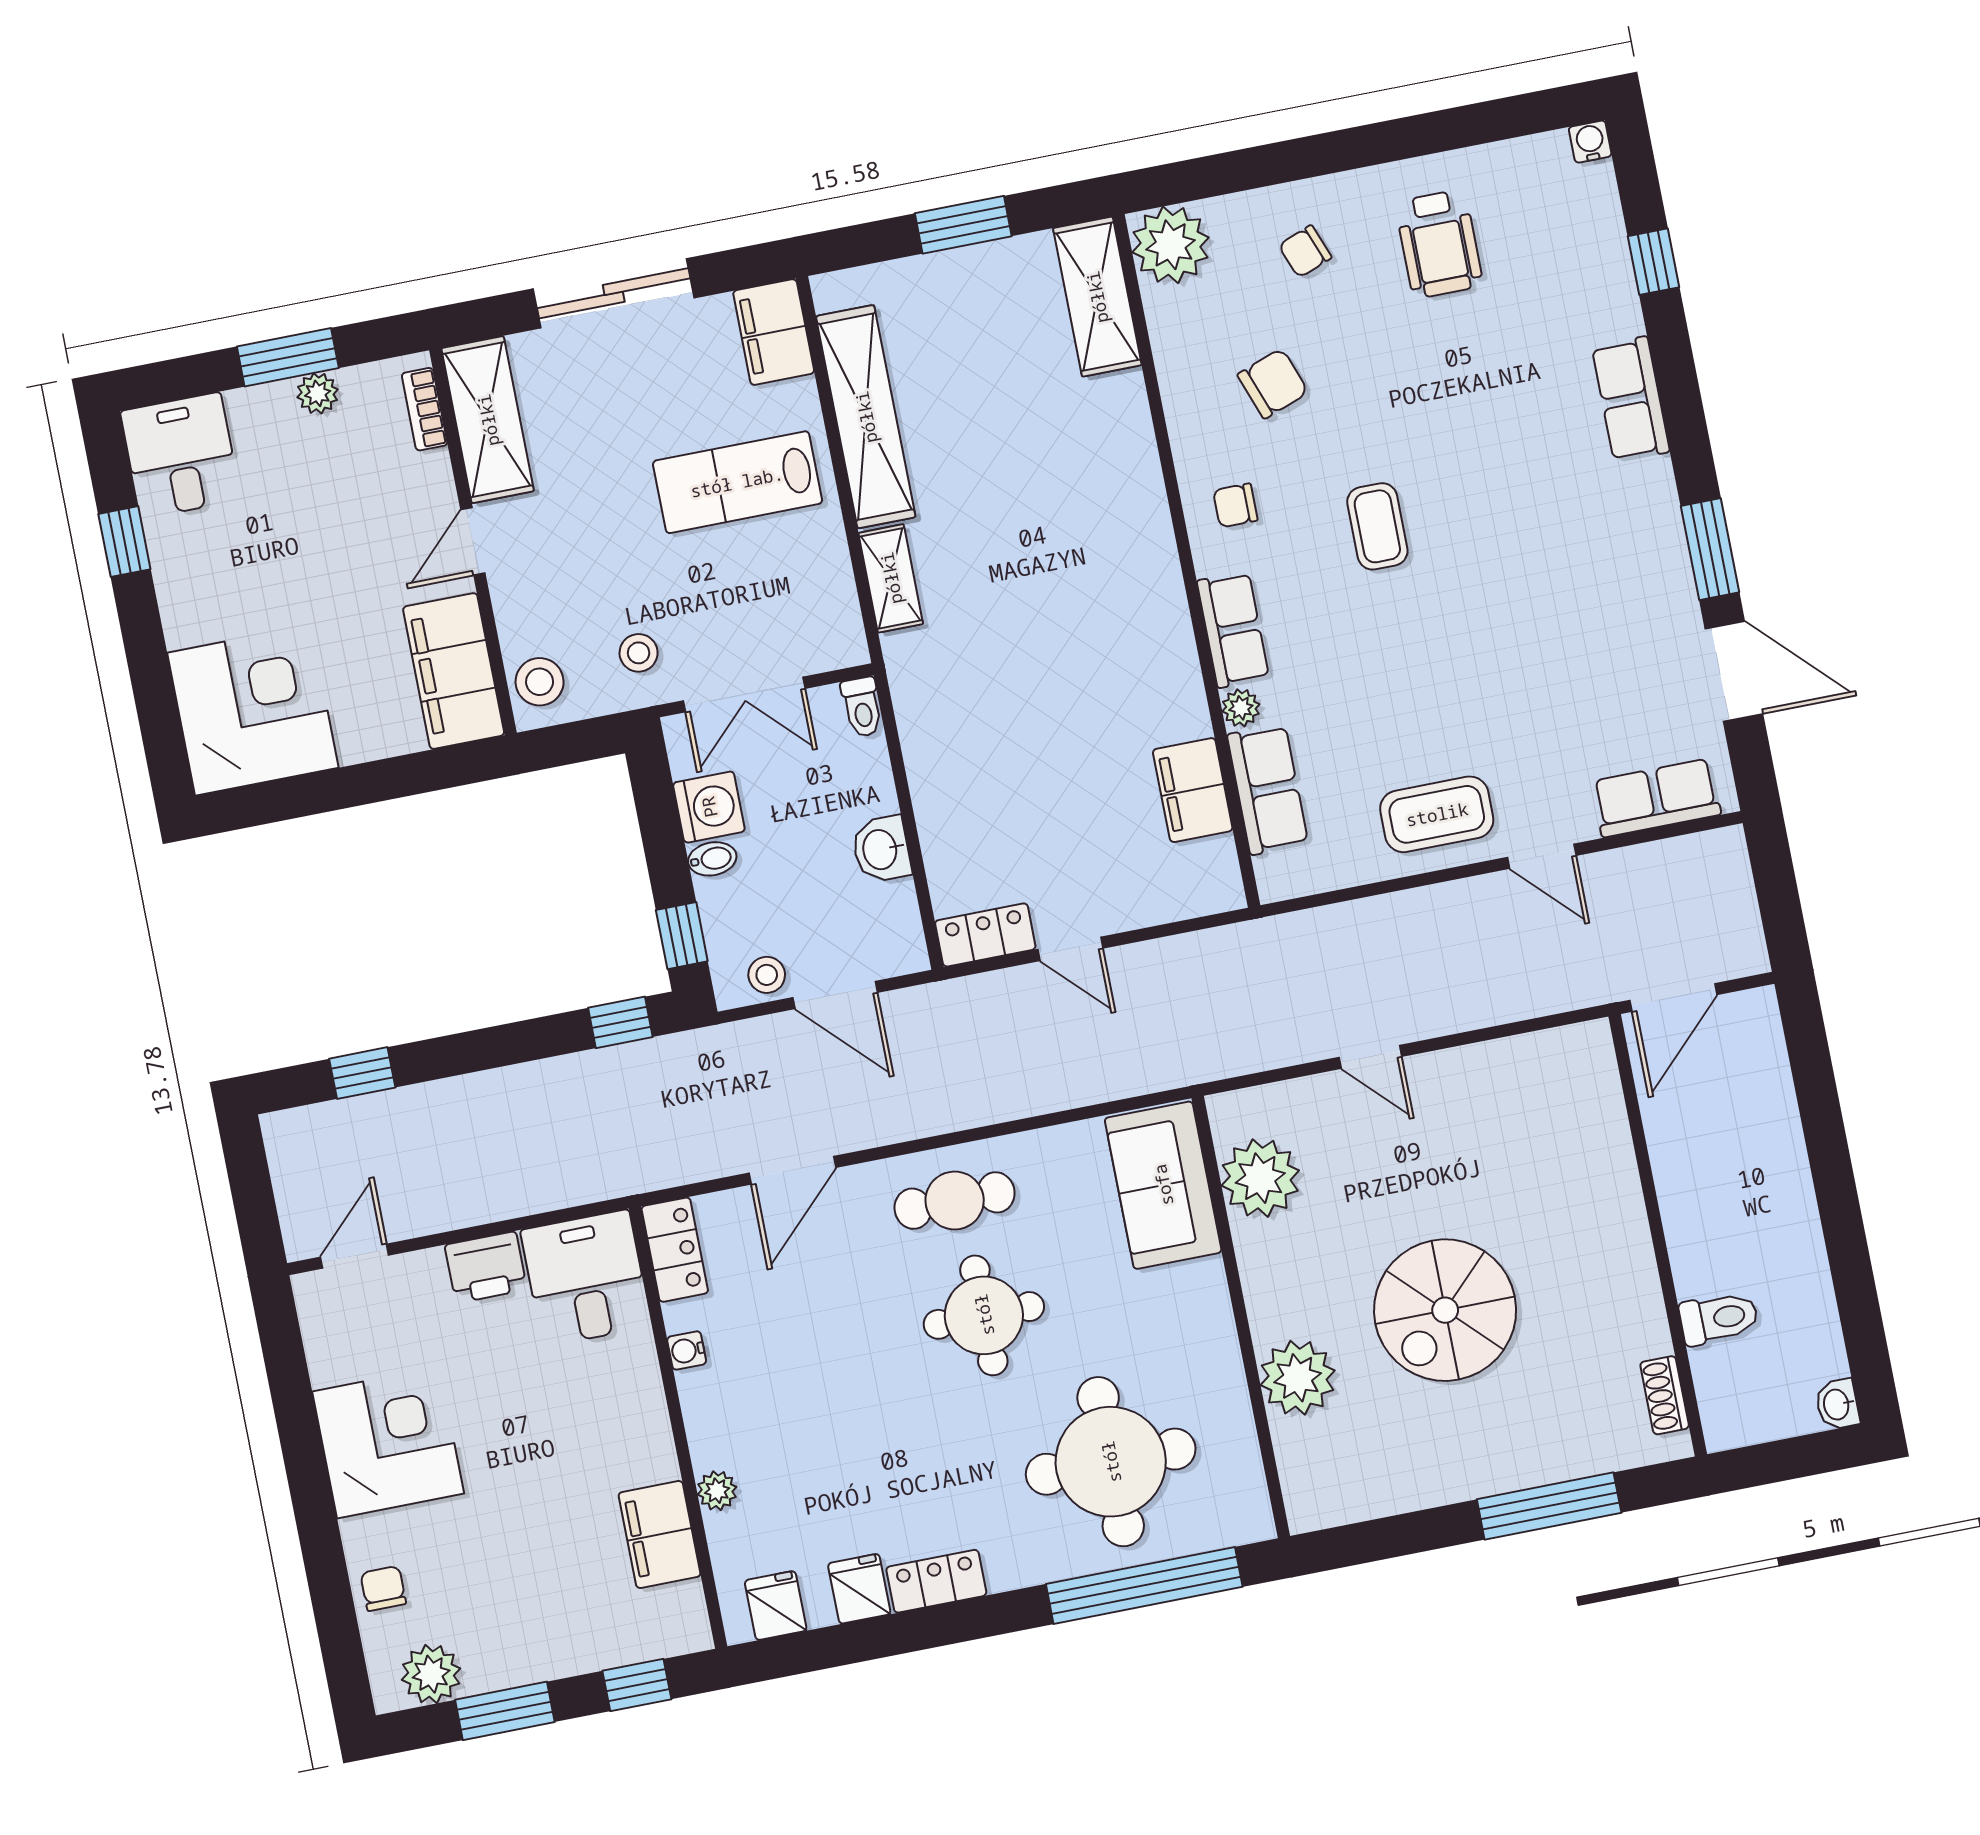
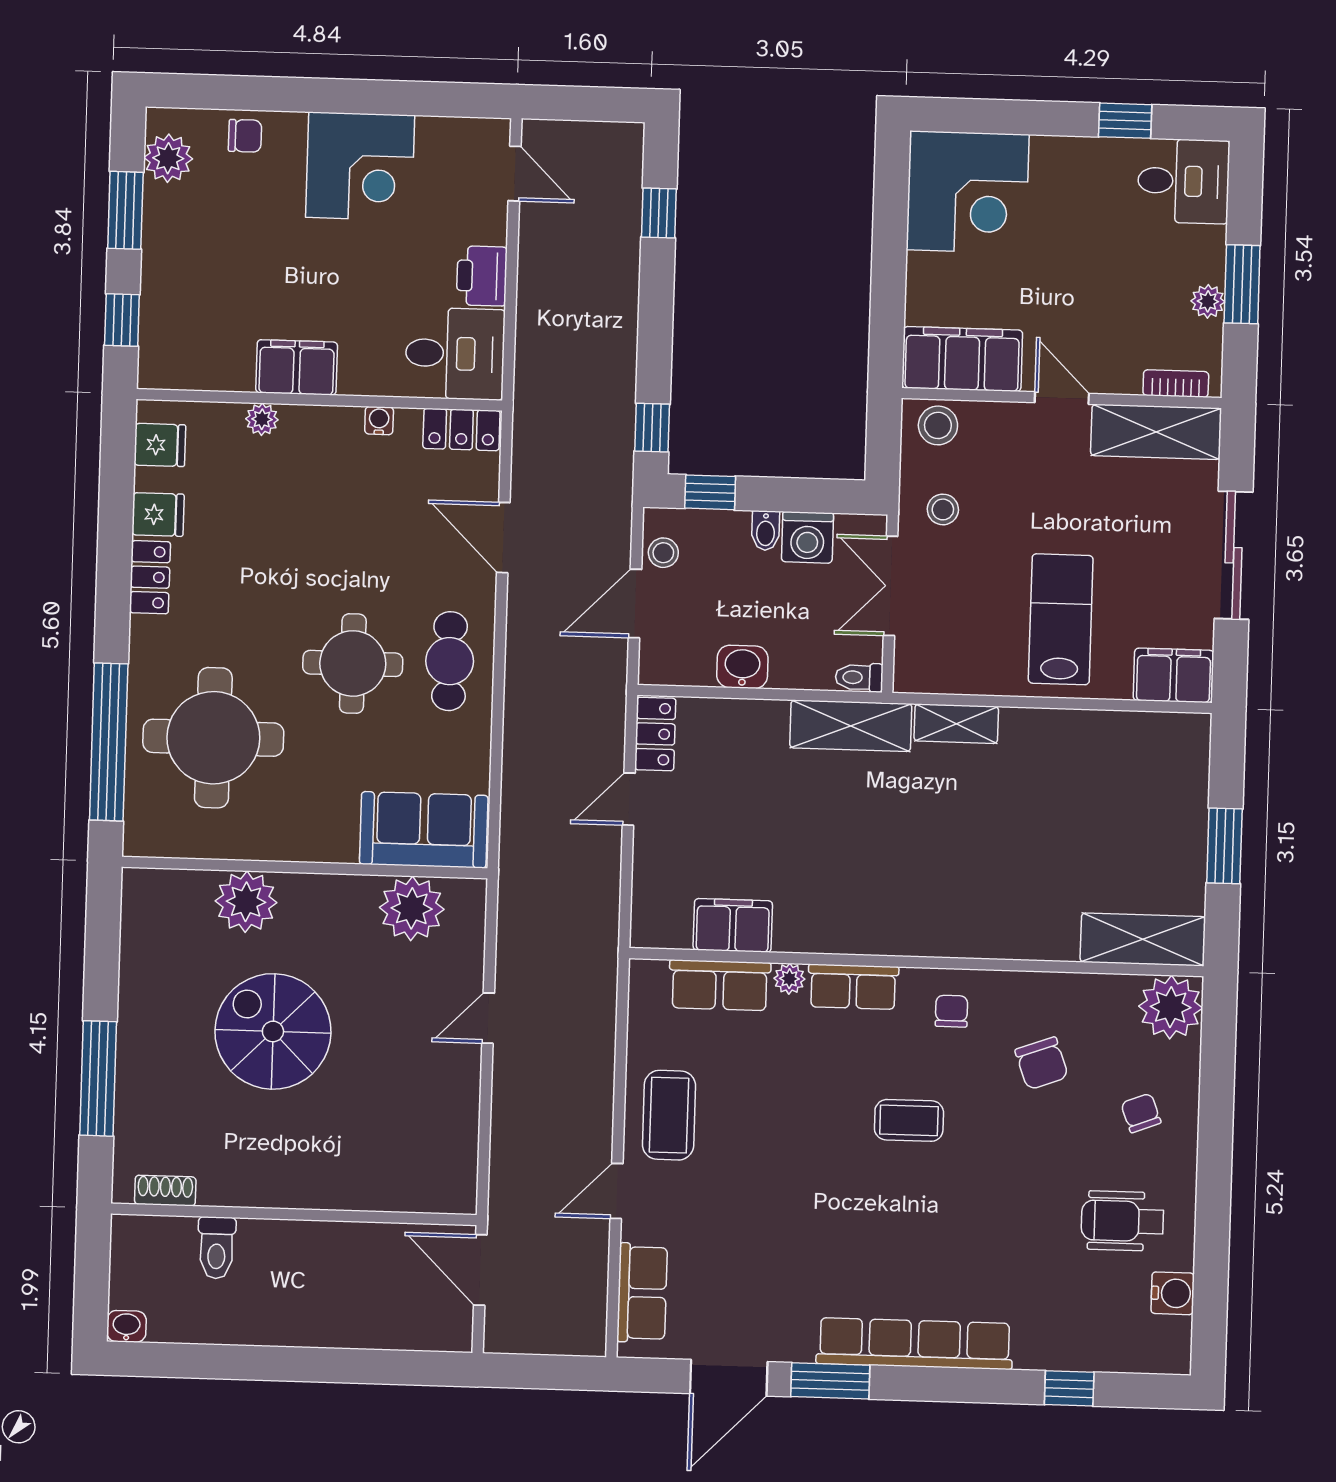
water cooler: (1590, 142) -> (1173, 1293), moved, width x1.38, depth x1.38
row of seats: (1631, 399) -> (915, 1344), width x2.02
shelving: (866, 417) -> (851, 726), moved, width x0.68
filing cabinet: (660, 1534) -> (297, 367), moved

